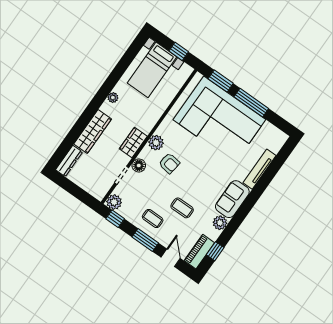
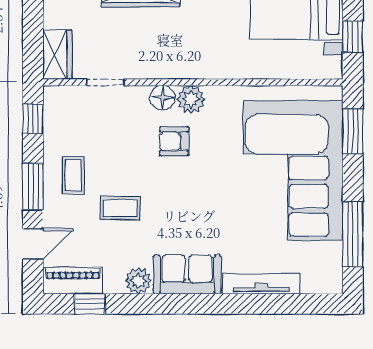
window: (251, 103) -> (353, 234), moved
wardrobe: (133, 143) -> (57, 55), moved, turned 90
armchair: (169, 163) -> (174, 141), turned 82
floor lamp: (139, 165) -> (163, 98), moved
plant: (114, 202) -> (57, 99), removed
coffee table: (182, 208) -> (120, 208), turned 90

